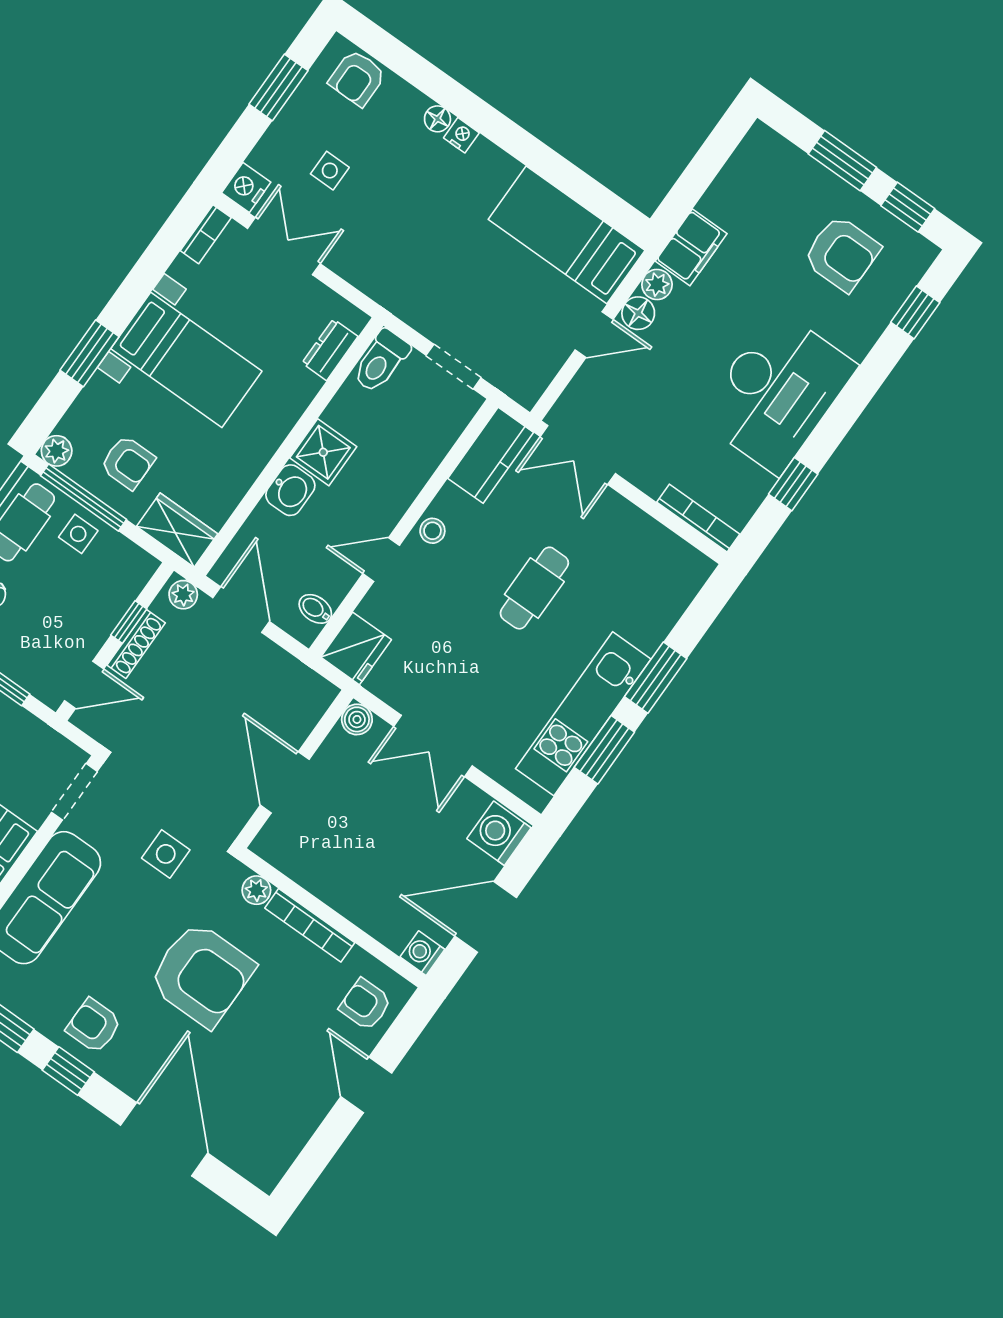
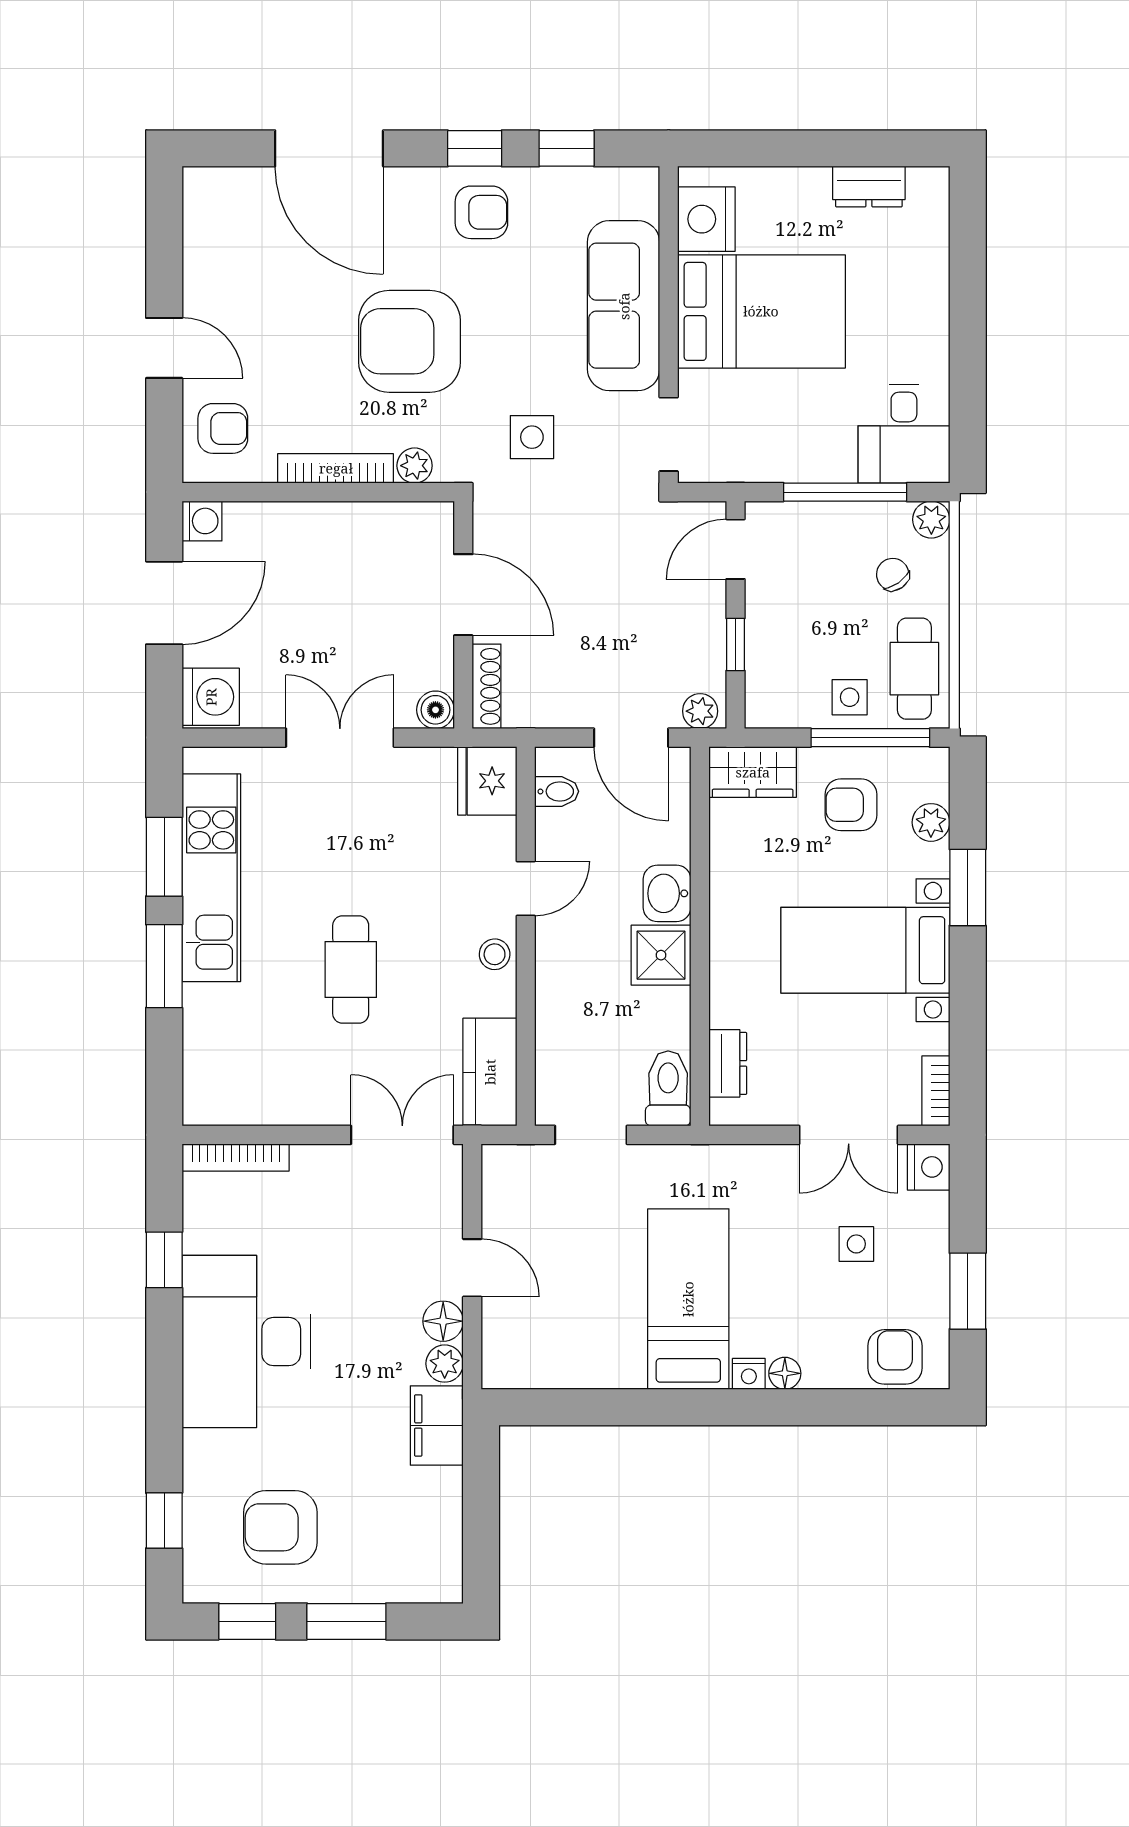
bed: (567, 235) -> (688, 1299), moved, turned -90
door: (594, 335) -> (472, 1268), swing flipped
plant: (57, 451) -> (931, 822), moved
shoe rack: (136, 644) -> (487, 686), moved, turned 180

